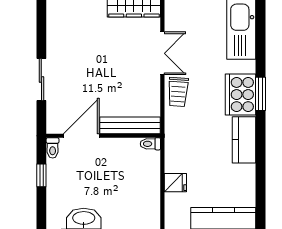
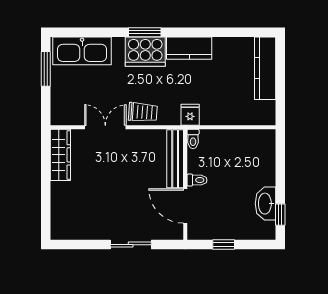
toilet: (53, 148) -> (197, 180), moved
fridge: (175, 183) -> (190, 115), moved

